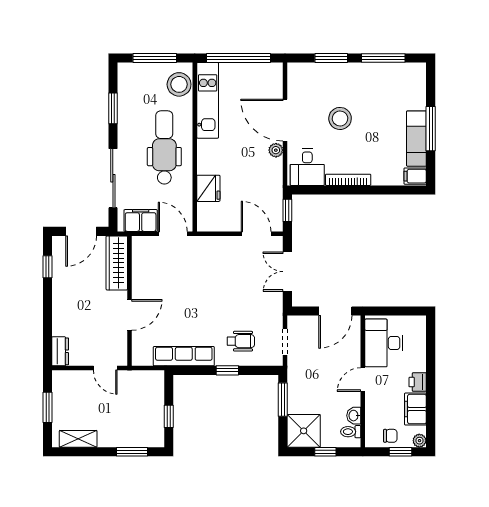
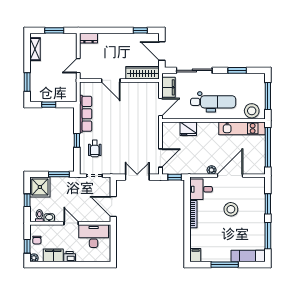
exam couch: (416, 139) -> (248, 256), moved

